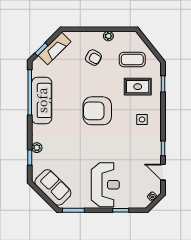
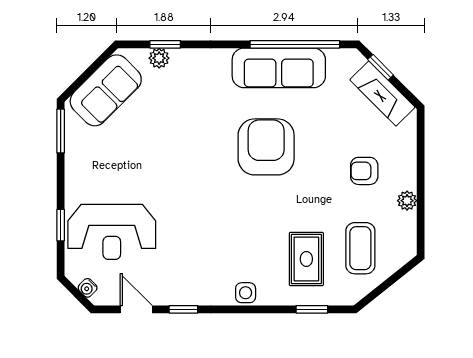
armchair: (93, 58) -> (364, 171), turned 60
armchair: (97, 111) -> (266, 147), moved
side table: (142, 120) -> (246, 293), moved
plant: (37, 148) -> (159, 58), moved
door: (163, 172) -> (136, 309), hinge flipped
reception desk: (105, 185) -> (112, 232), moved

